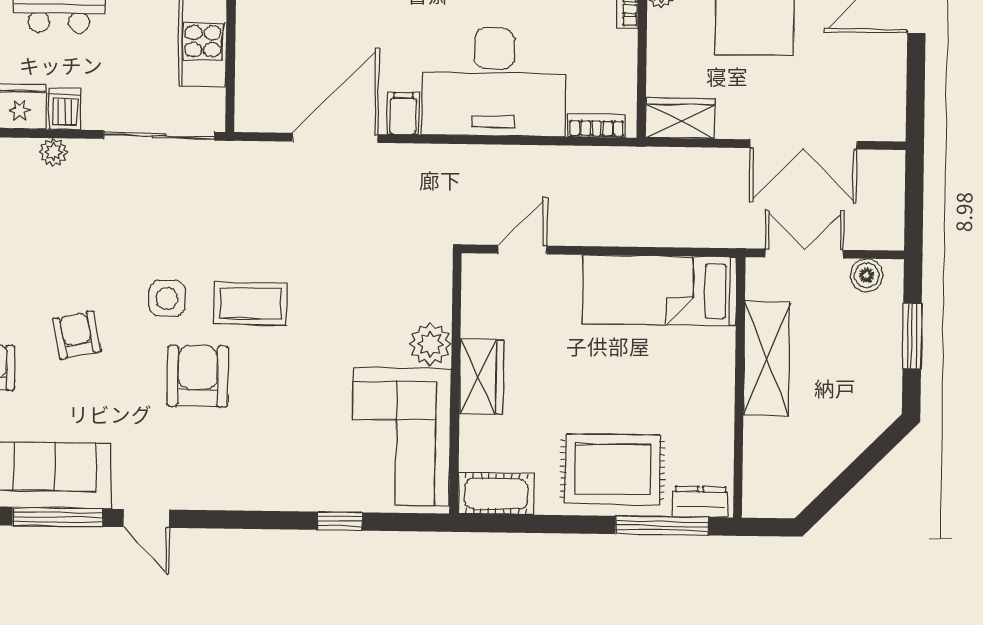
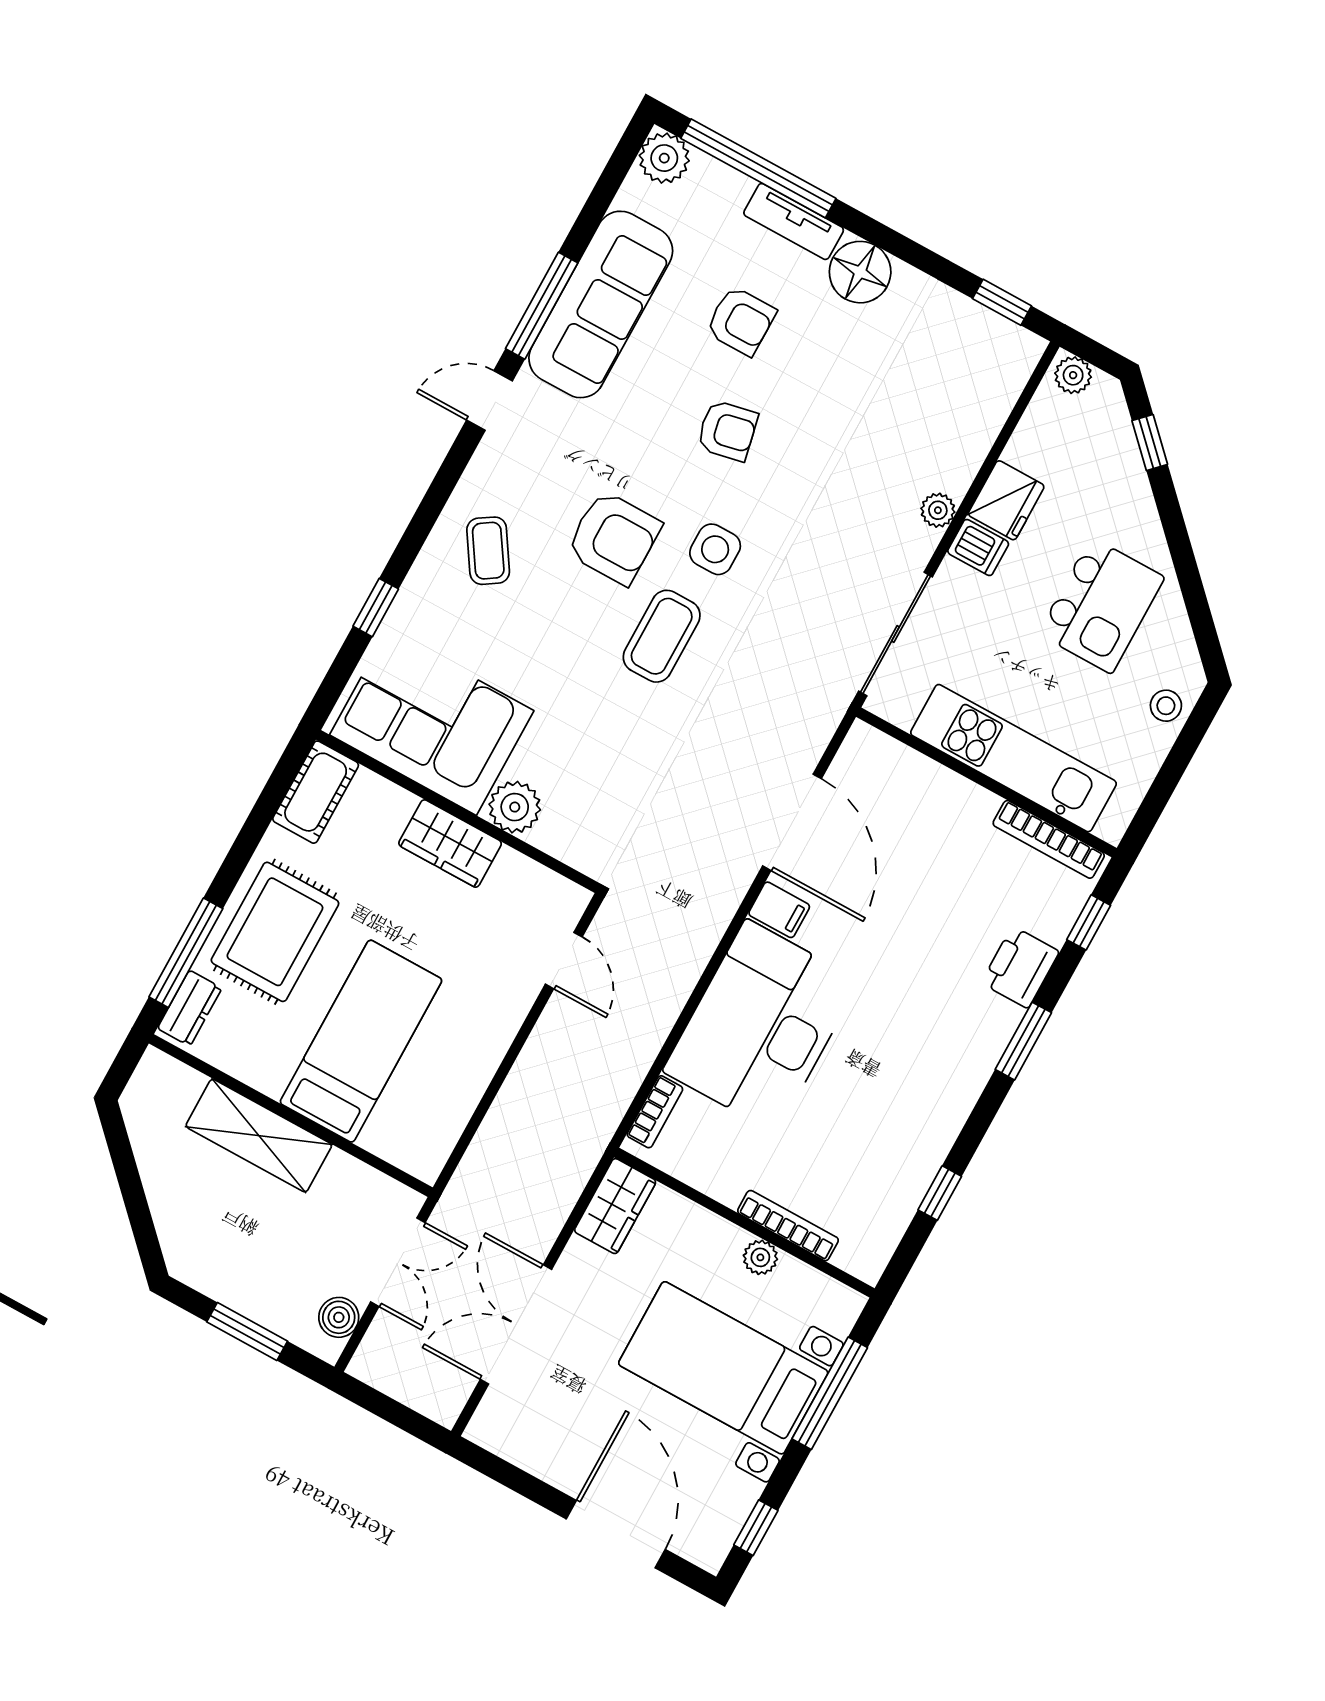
bed: (660, 290) -> (361, 1041), moved
shelving: (767, 359) -> (259, 1136), moved
coffee table: (255, 462) -> (488, 551), added

